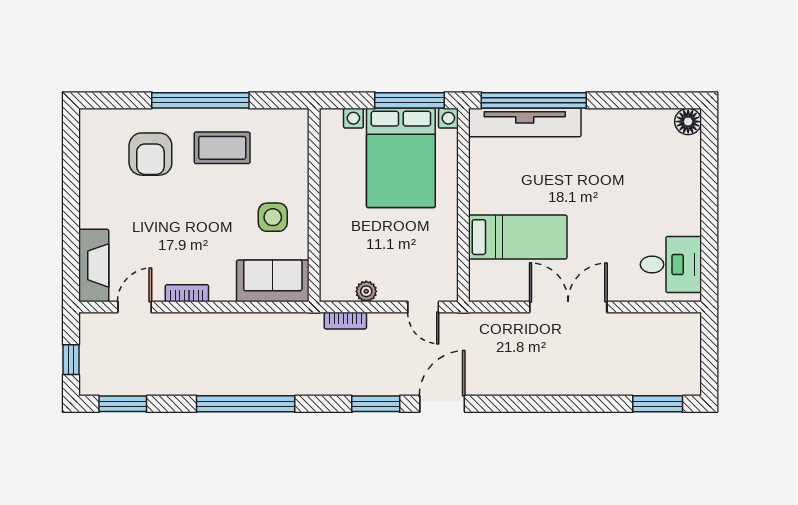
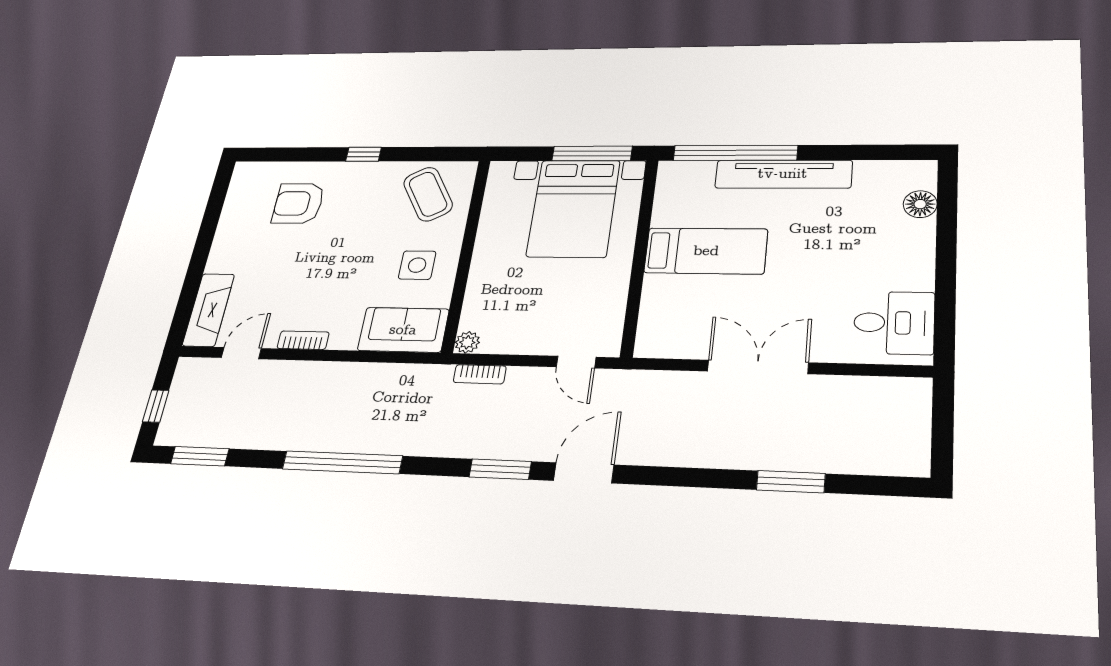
window: (200, 100) -> (364, 154), width x0.32
floor lamp: (688, 122) -> (920, 204), moved
tv unit: (525, 123) -> (783, 174), moved
coffee table: (222, 148) -> (428, 194), moved, turned 60
armchair: (150, 154) -> (298, 203), turned 90
bed: (518, 237) -> (706, 251), moved
plant: (366, 291) -> (467, 342), moved
window: (658, 404) -> (791, 482), moved

